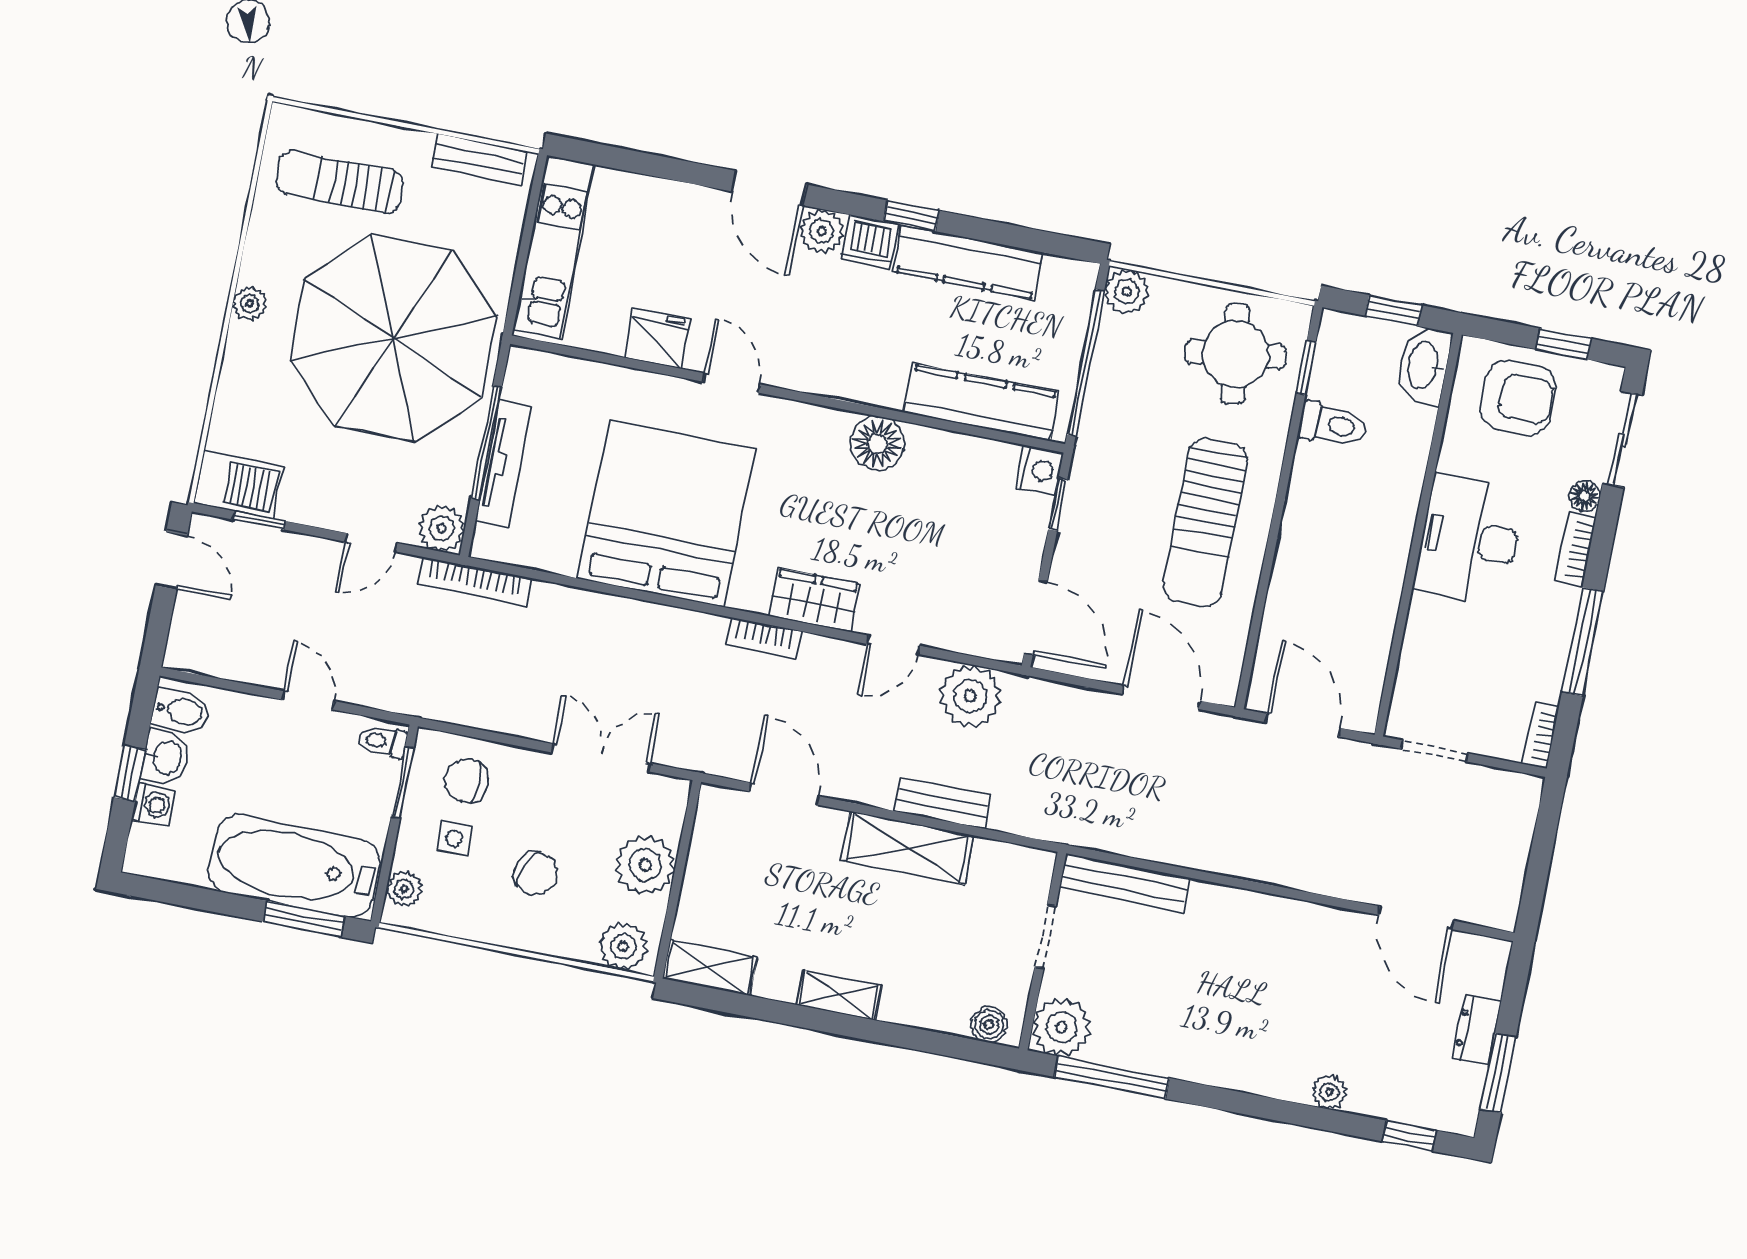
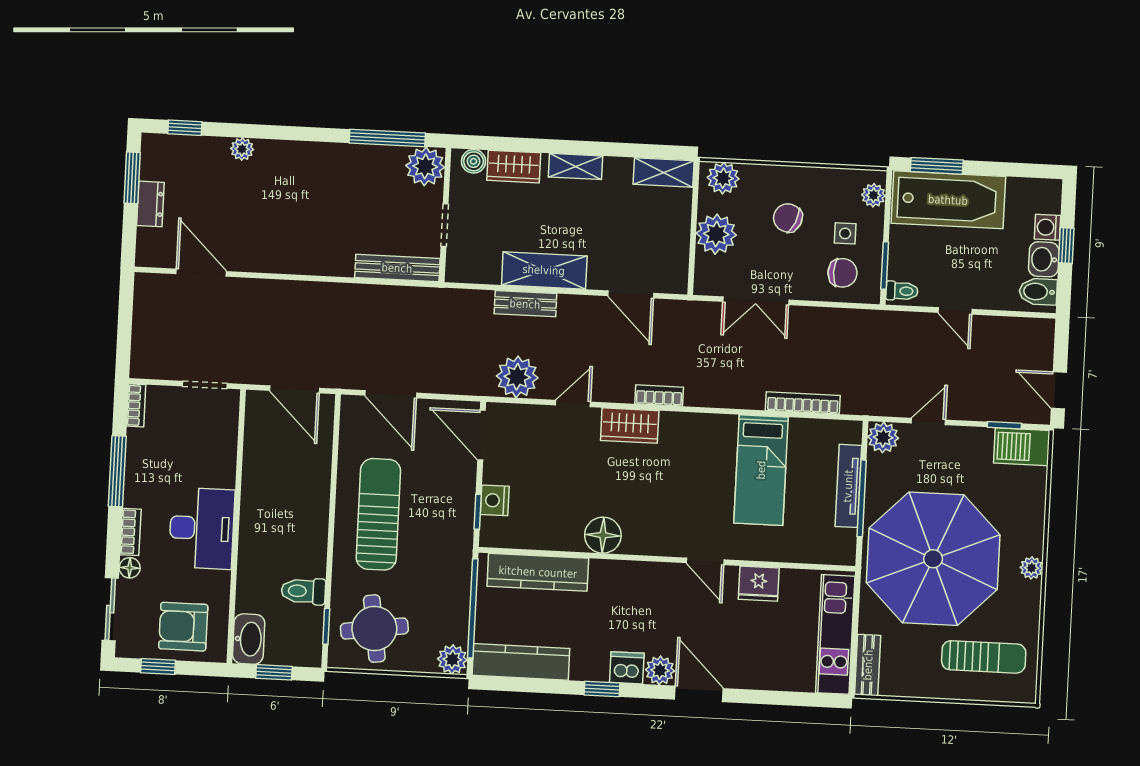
bench: (479, 159) -> (868, 665), moved, turned 90
kitchen counter: (968, 262) -> (521, 662), moved
nightstand: (1039, 470) -> (495, 500), moved
bed: (667, 513) -> (761, 470), width x0.49
bookcase: (475, 581) -> (803, 403), moved
wardrobe: (931, 1008) -> (514, 167), added

